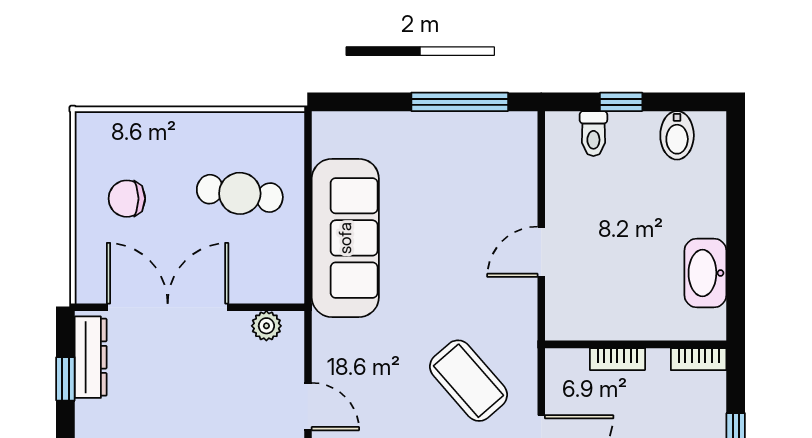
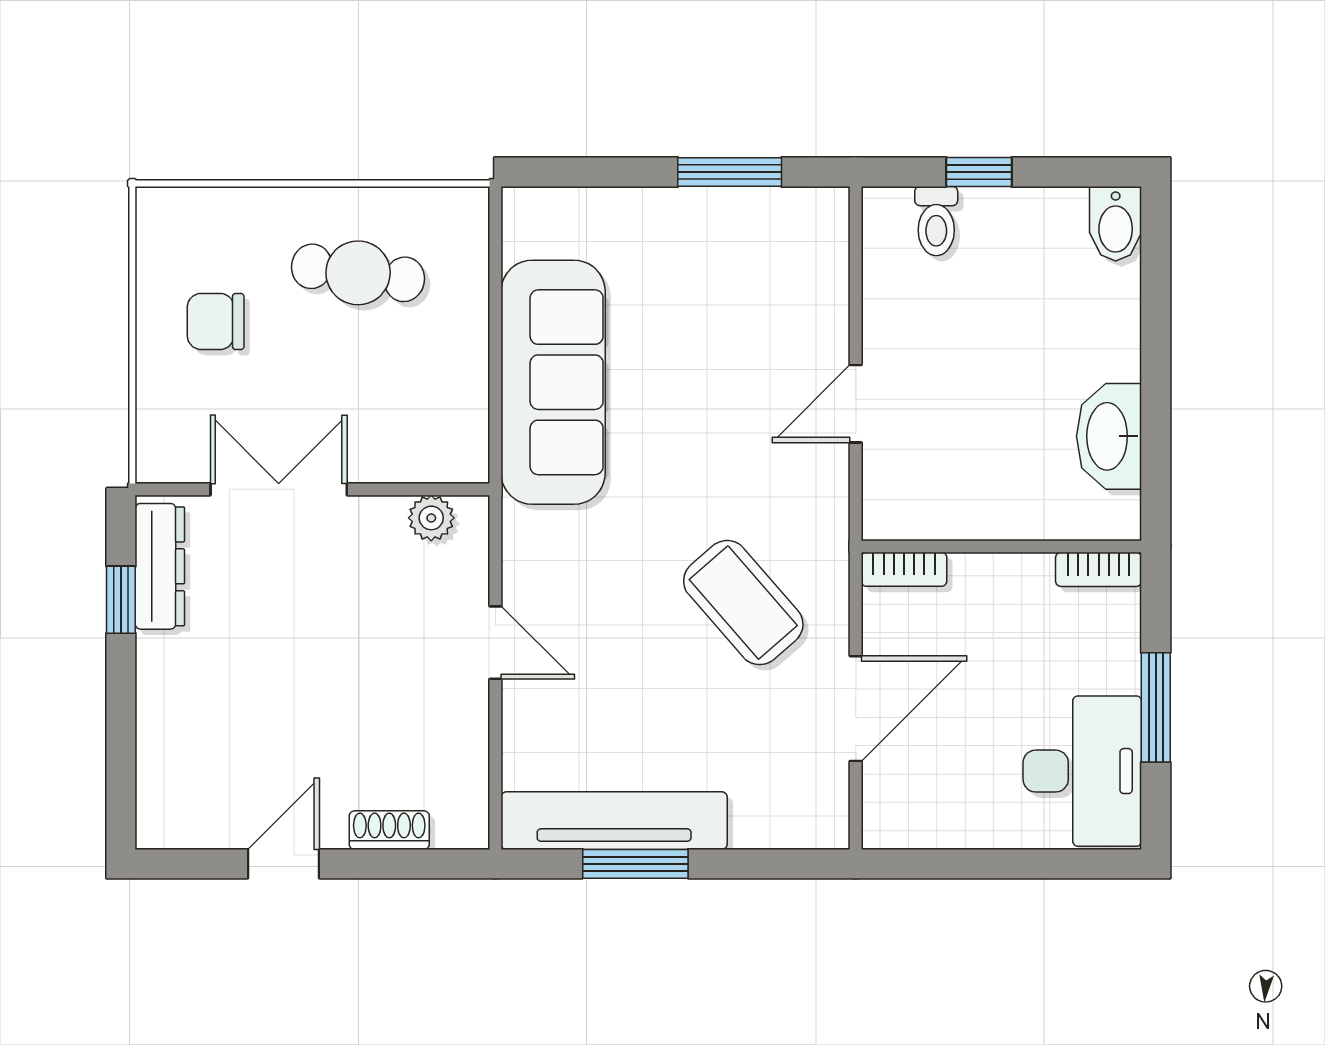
window: (460, 102) -> (730, 172), width x0.69
bidet: (677, 135) -> (1116, 224), moved
cafe table: (240, 193) -> (358, 273), moved
double door: (168, 307) -> (279, 489), width x0.73
bookcase: (617, 359) -> (904, 569), moved

